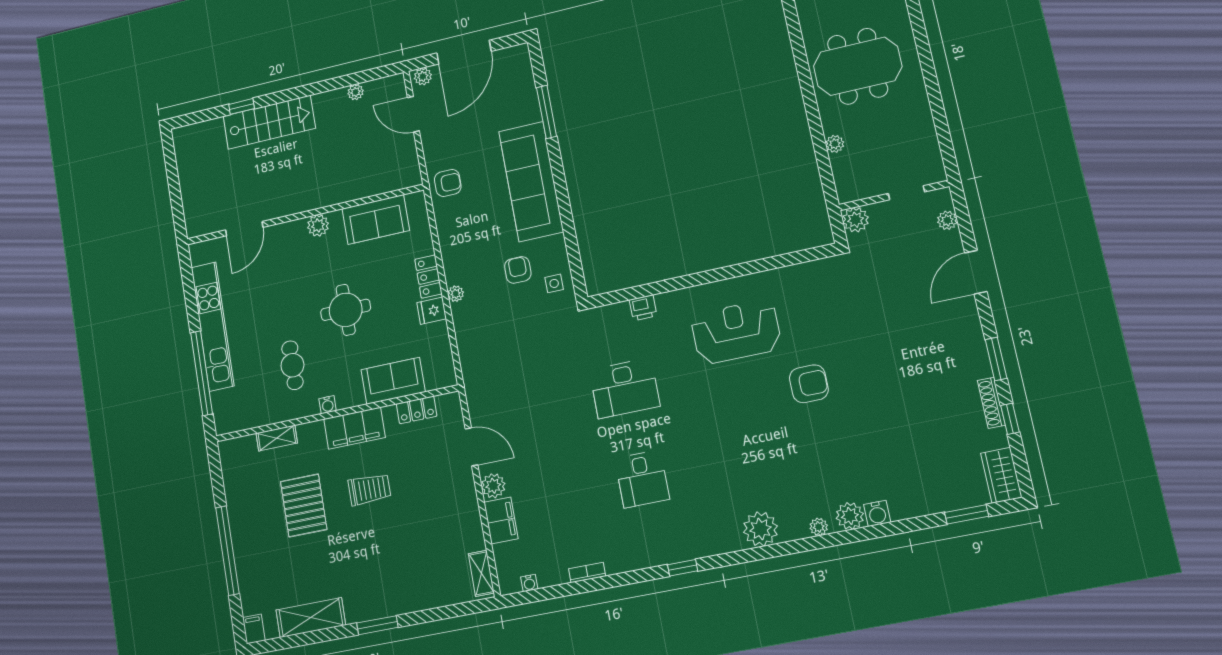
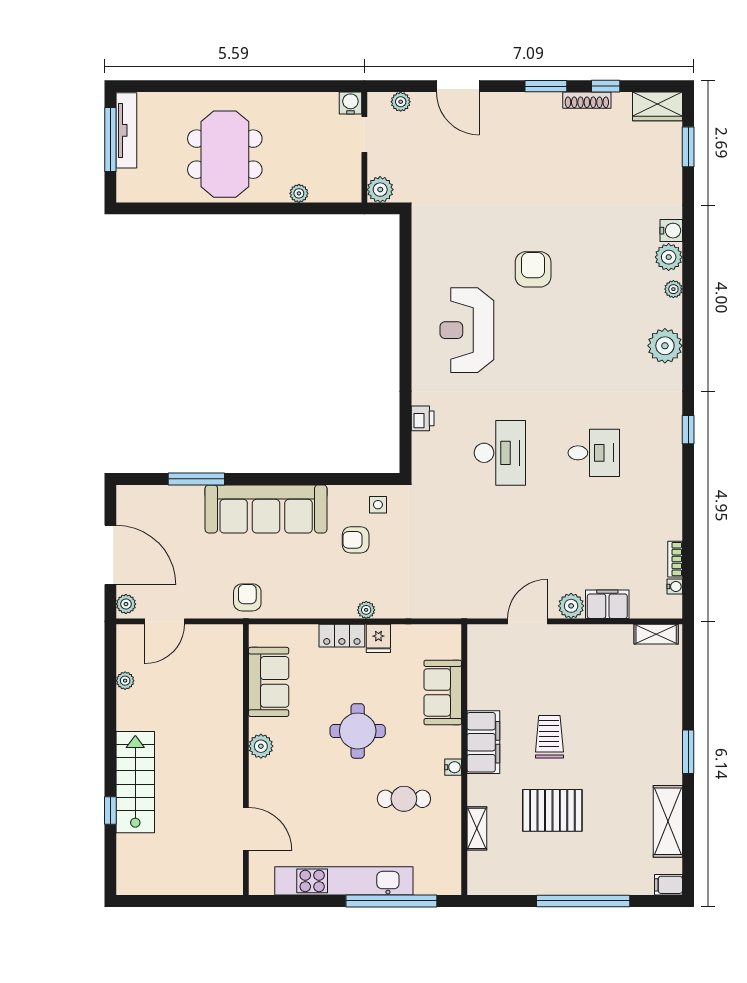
water cooler: (935, 173) -> (350, 103), added
locker: (417, 410) -> (478, 673), removed
bookcase: (587, 572) -> (675, 559), moved

